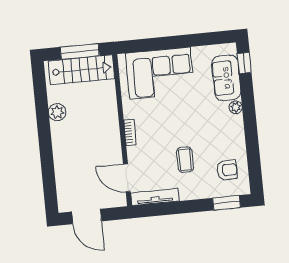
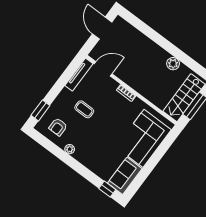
sofa: (226, 78) -> (125, 176), moved, turned -90
plant: (236, 107) -> (70, 149), moved
door: (87, 216) -> (102, 28), hinge flipped

